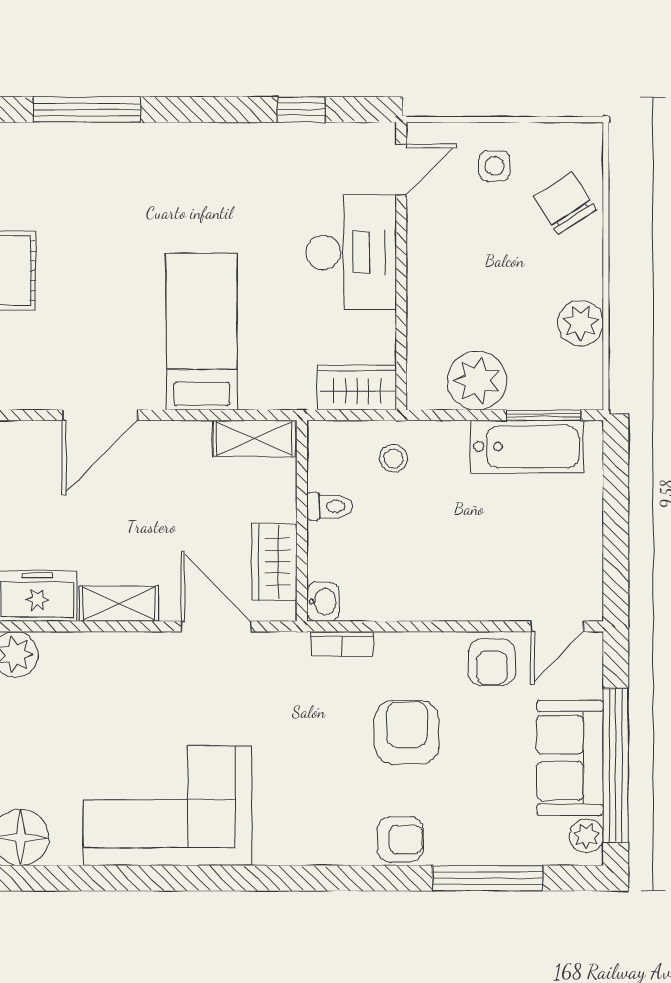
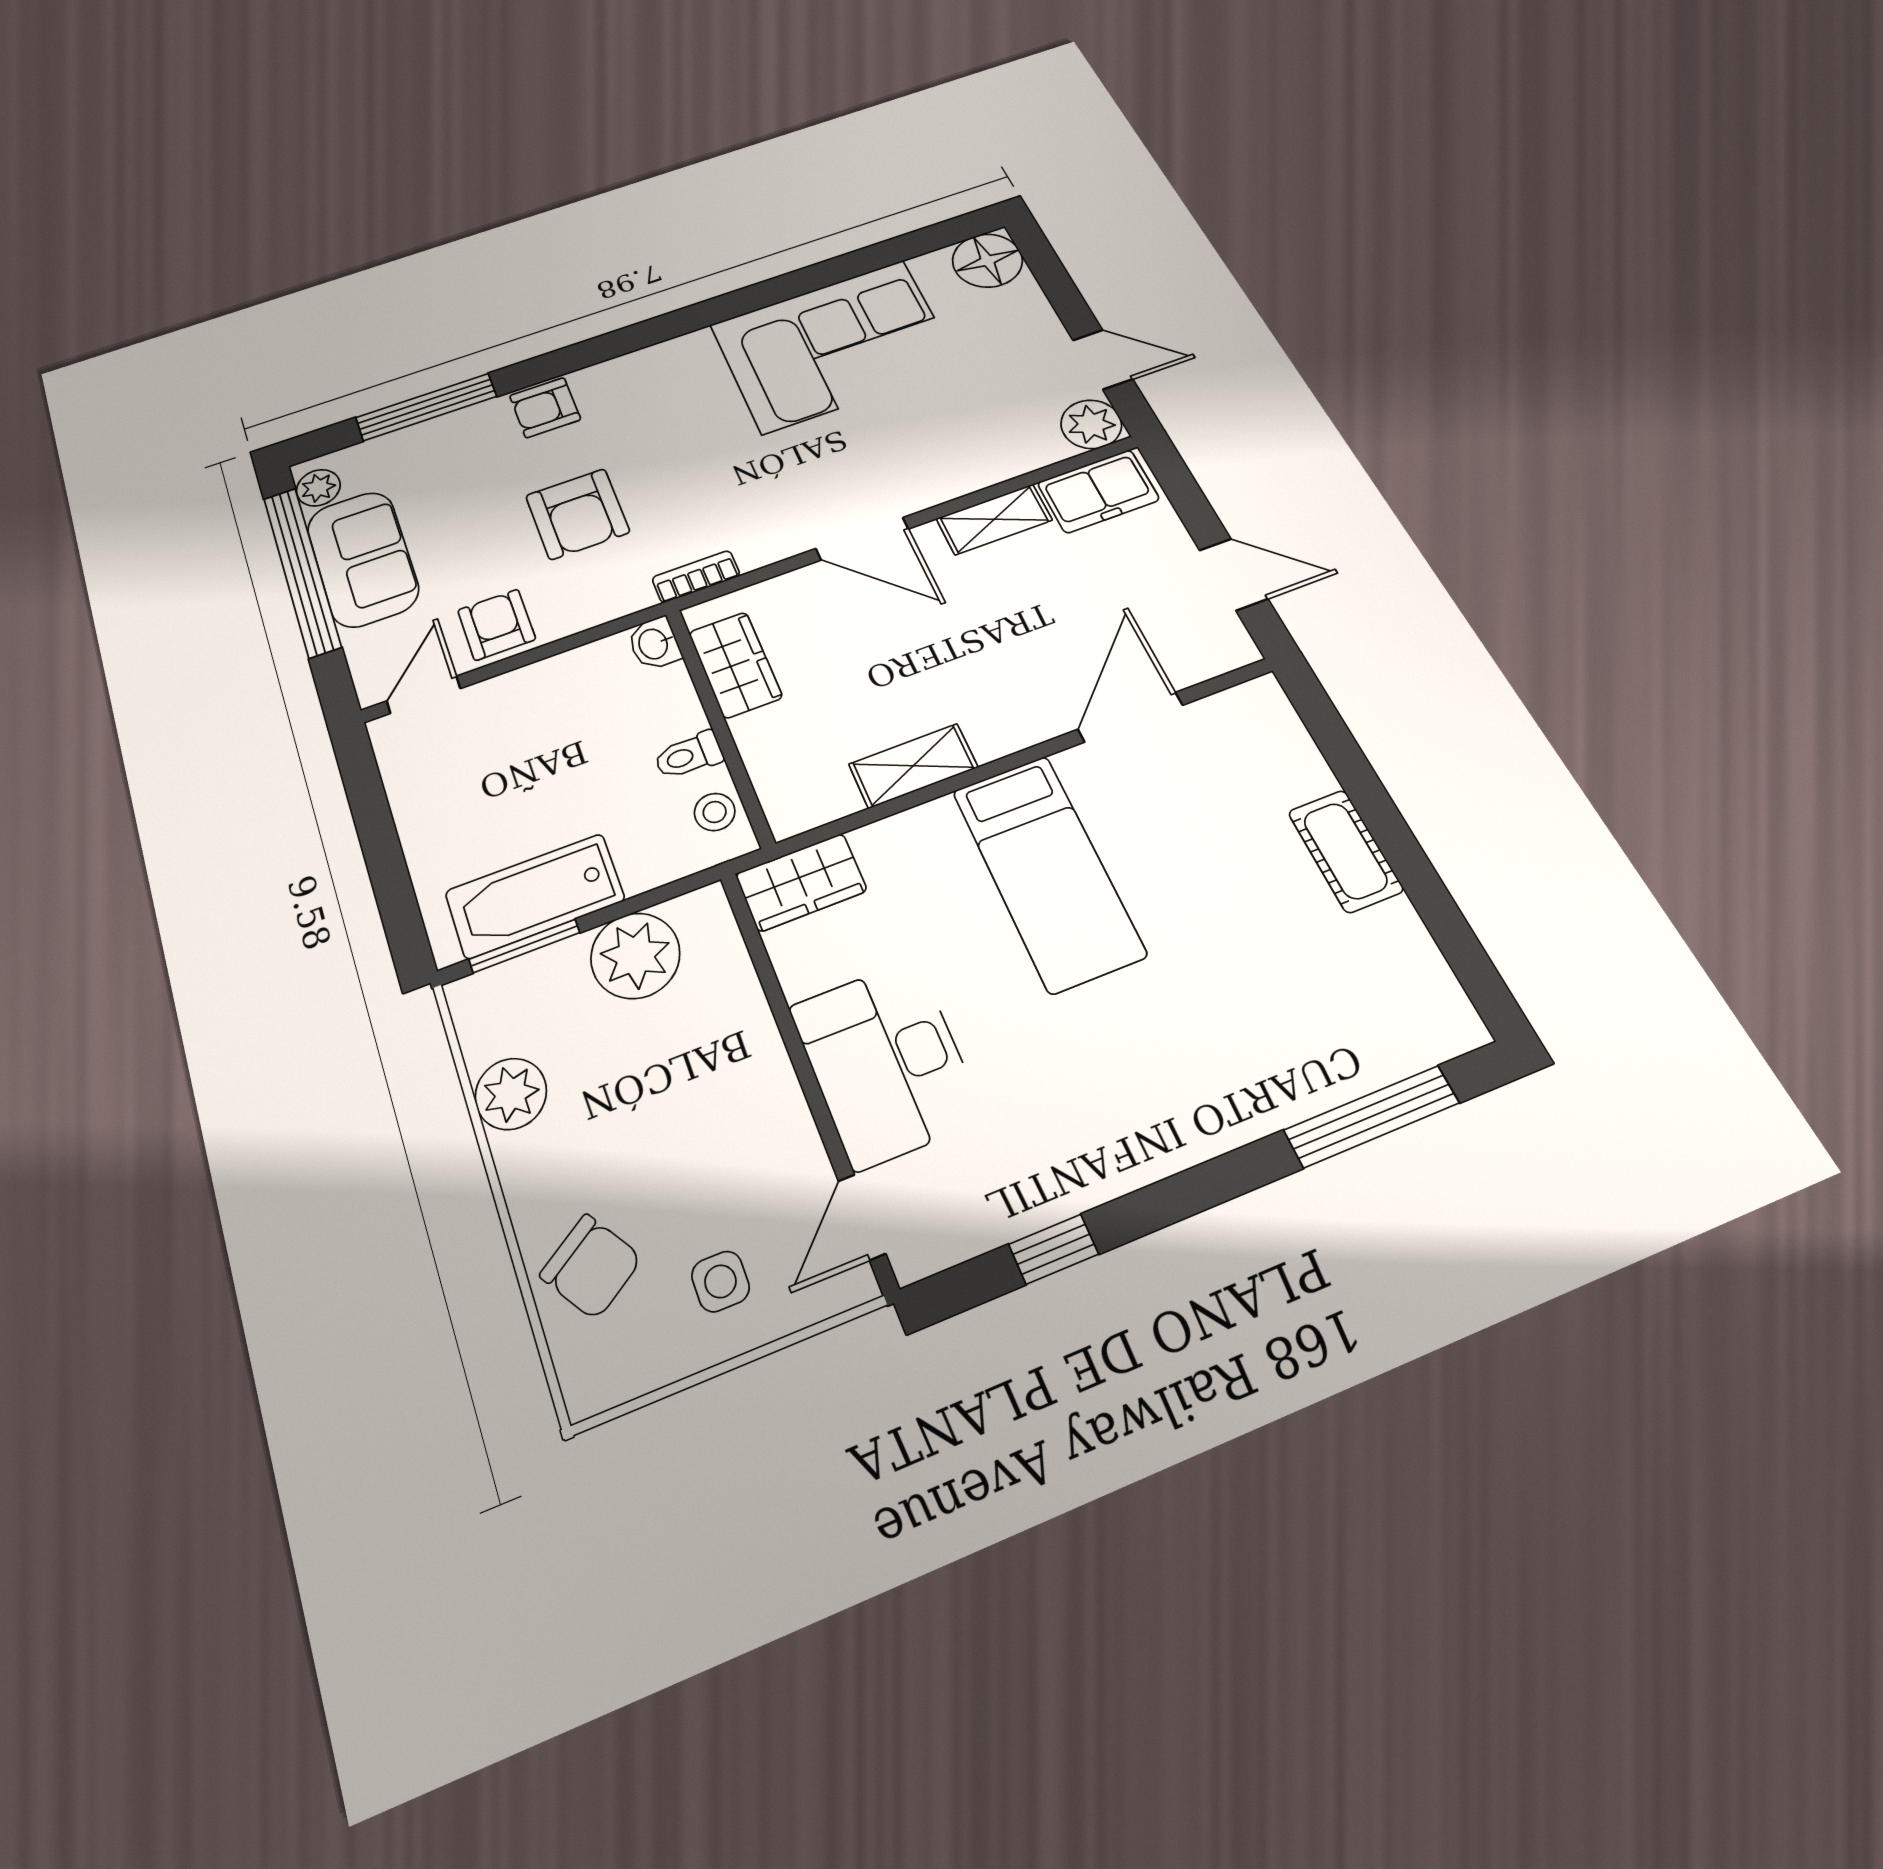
toilet: (330, 506) -> (689, 755), moved
wall: (302, 521) -> (719, 725), moved
wardrobe: (274, 562) -> (735, 665), moved
washbasin: (323, 602) -> (654, 644), moved

